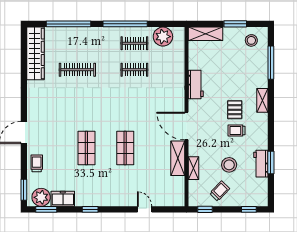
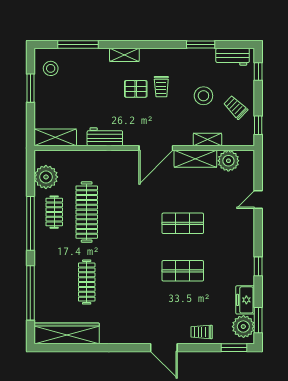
shelving: (205, 34) -> (55, 137), moved, turned 90
clothes rail: (134, 70) -> (87, 212), width x1.86, depth x1.31
workbench: (261, 164) -> (233, 57), moved
plant: (176, 185) -> (228, 161), added

